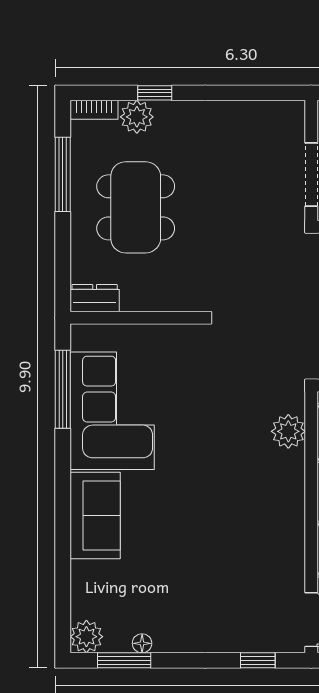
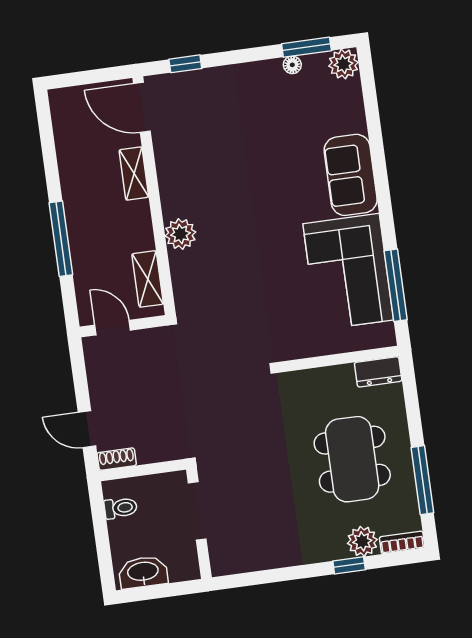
plant: (288, 431) -> (180, 234), moved

